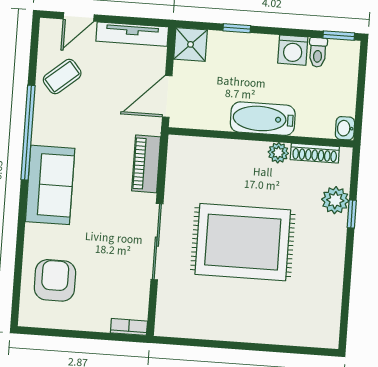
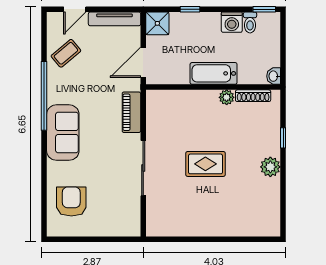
plant: (335, 200) -> (270, 167), moved
rug: (243, 242) -> (205, 164), width x0.54, depth x0.49
bookcase: (129, 327) -> (127, 231), removed

